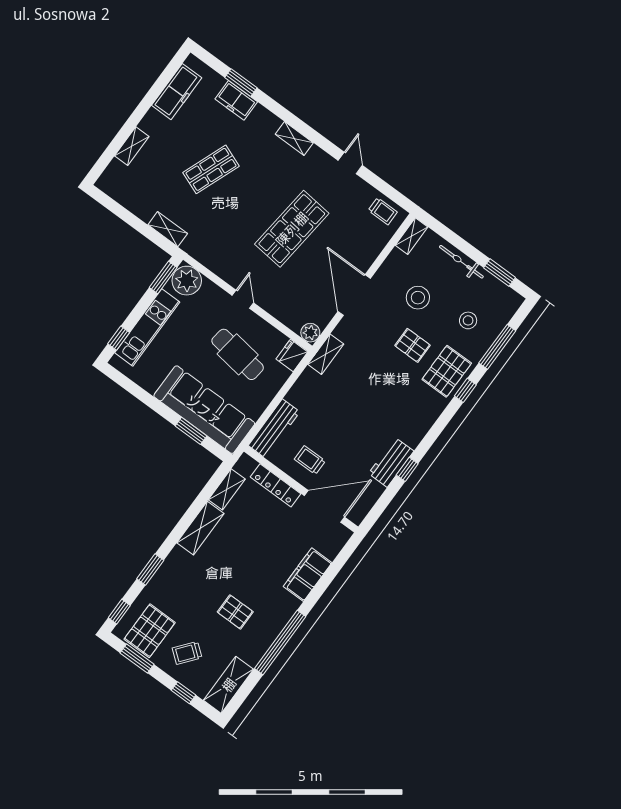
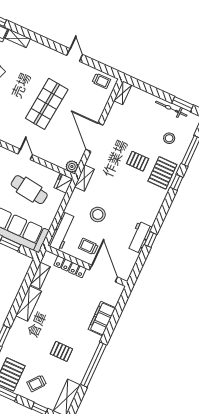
shelving: (294, 139) -> (18, 39), moved
bicycle: (461, 262) -> (171, 109), moved
stool: (418, 298) -> (98, 214), moved
door: (325, 506) -> (104, 274), hinge flipped

